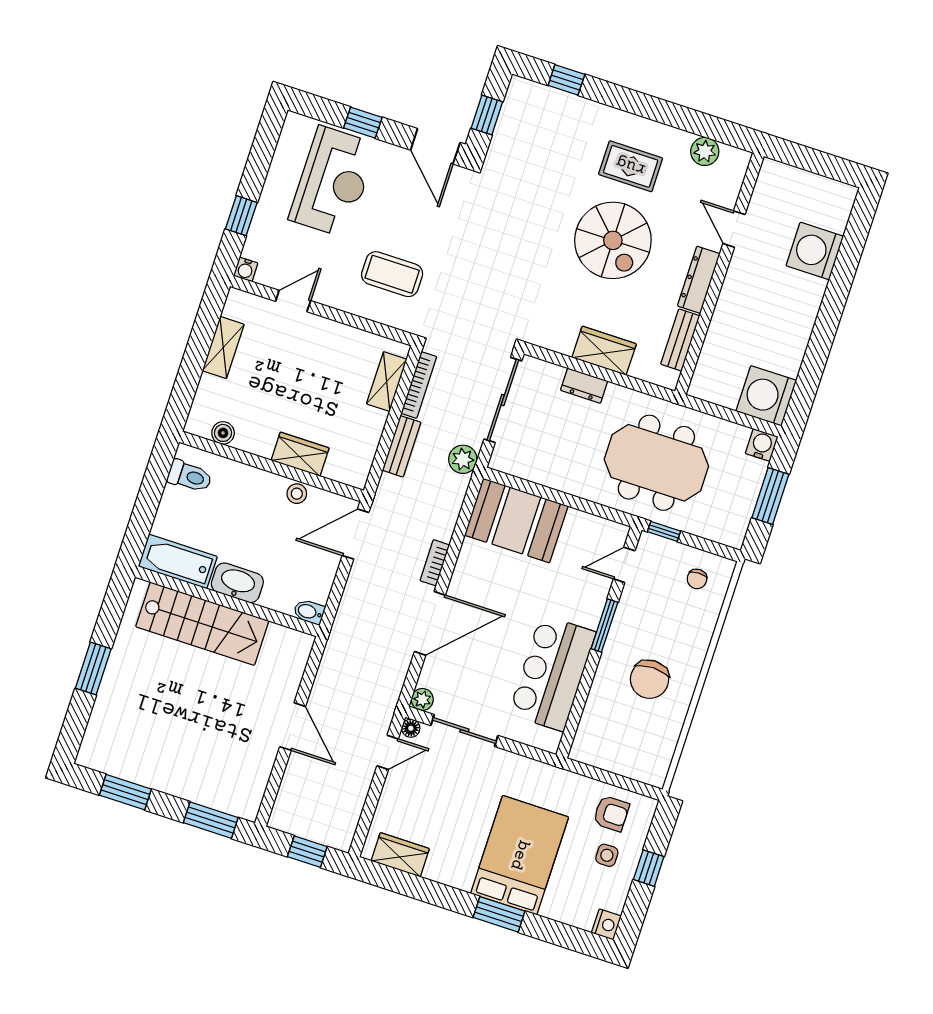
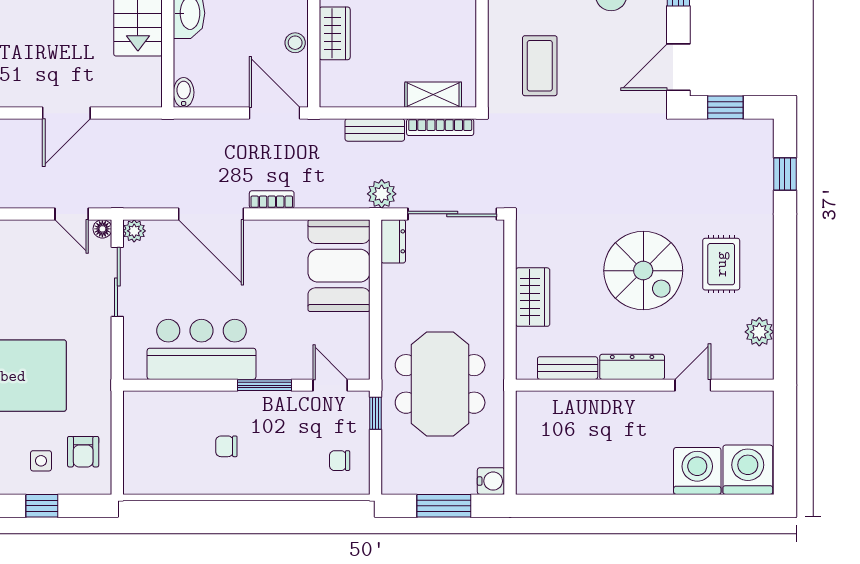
spiral stairs: (613, 240) -> (643, 271), turned -90
dresser: (584, 386) -> (393, 241), moved, turned 180
washing machine: (766, 396) -> (748, 470), moved
chair: (650, 679) -> (226, 446), width x0.54, depth x0.54

